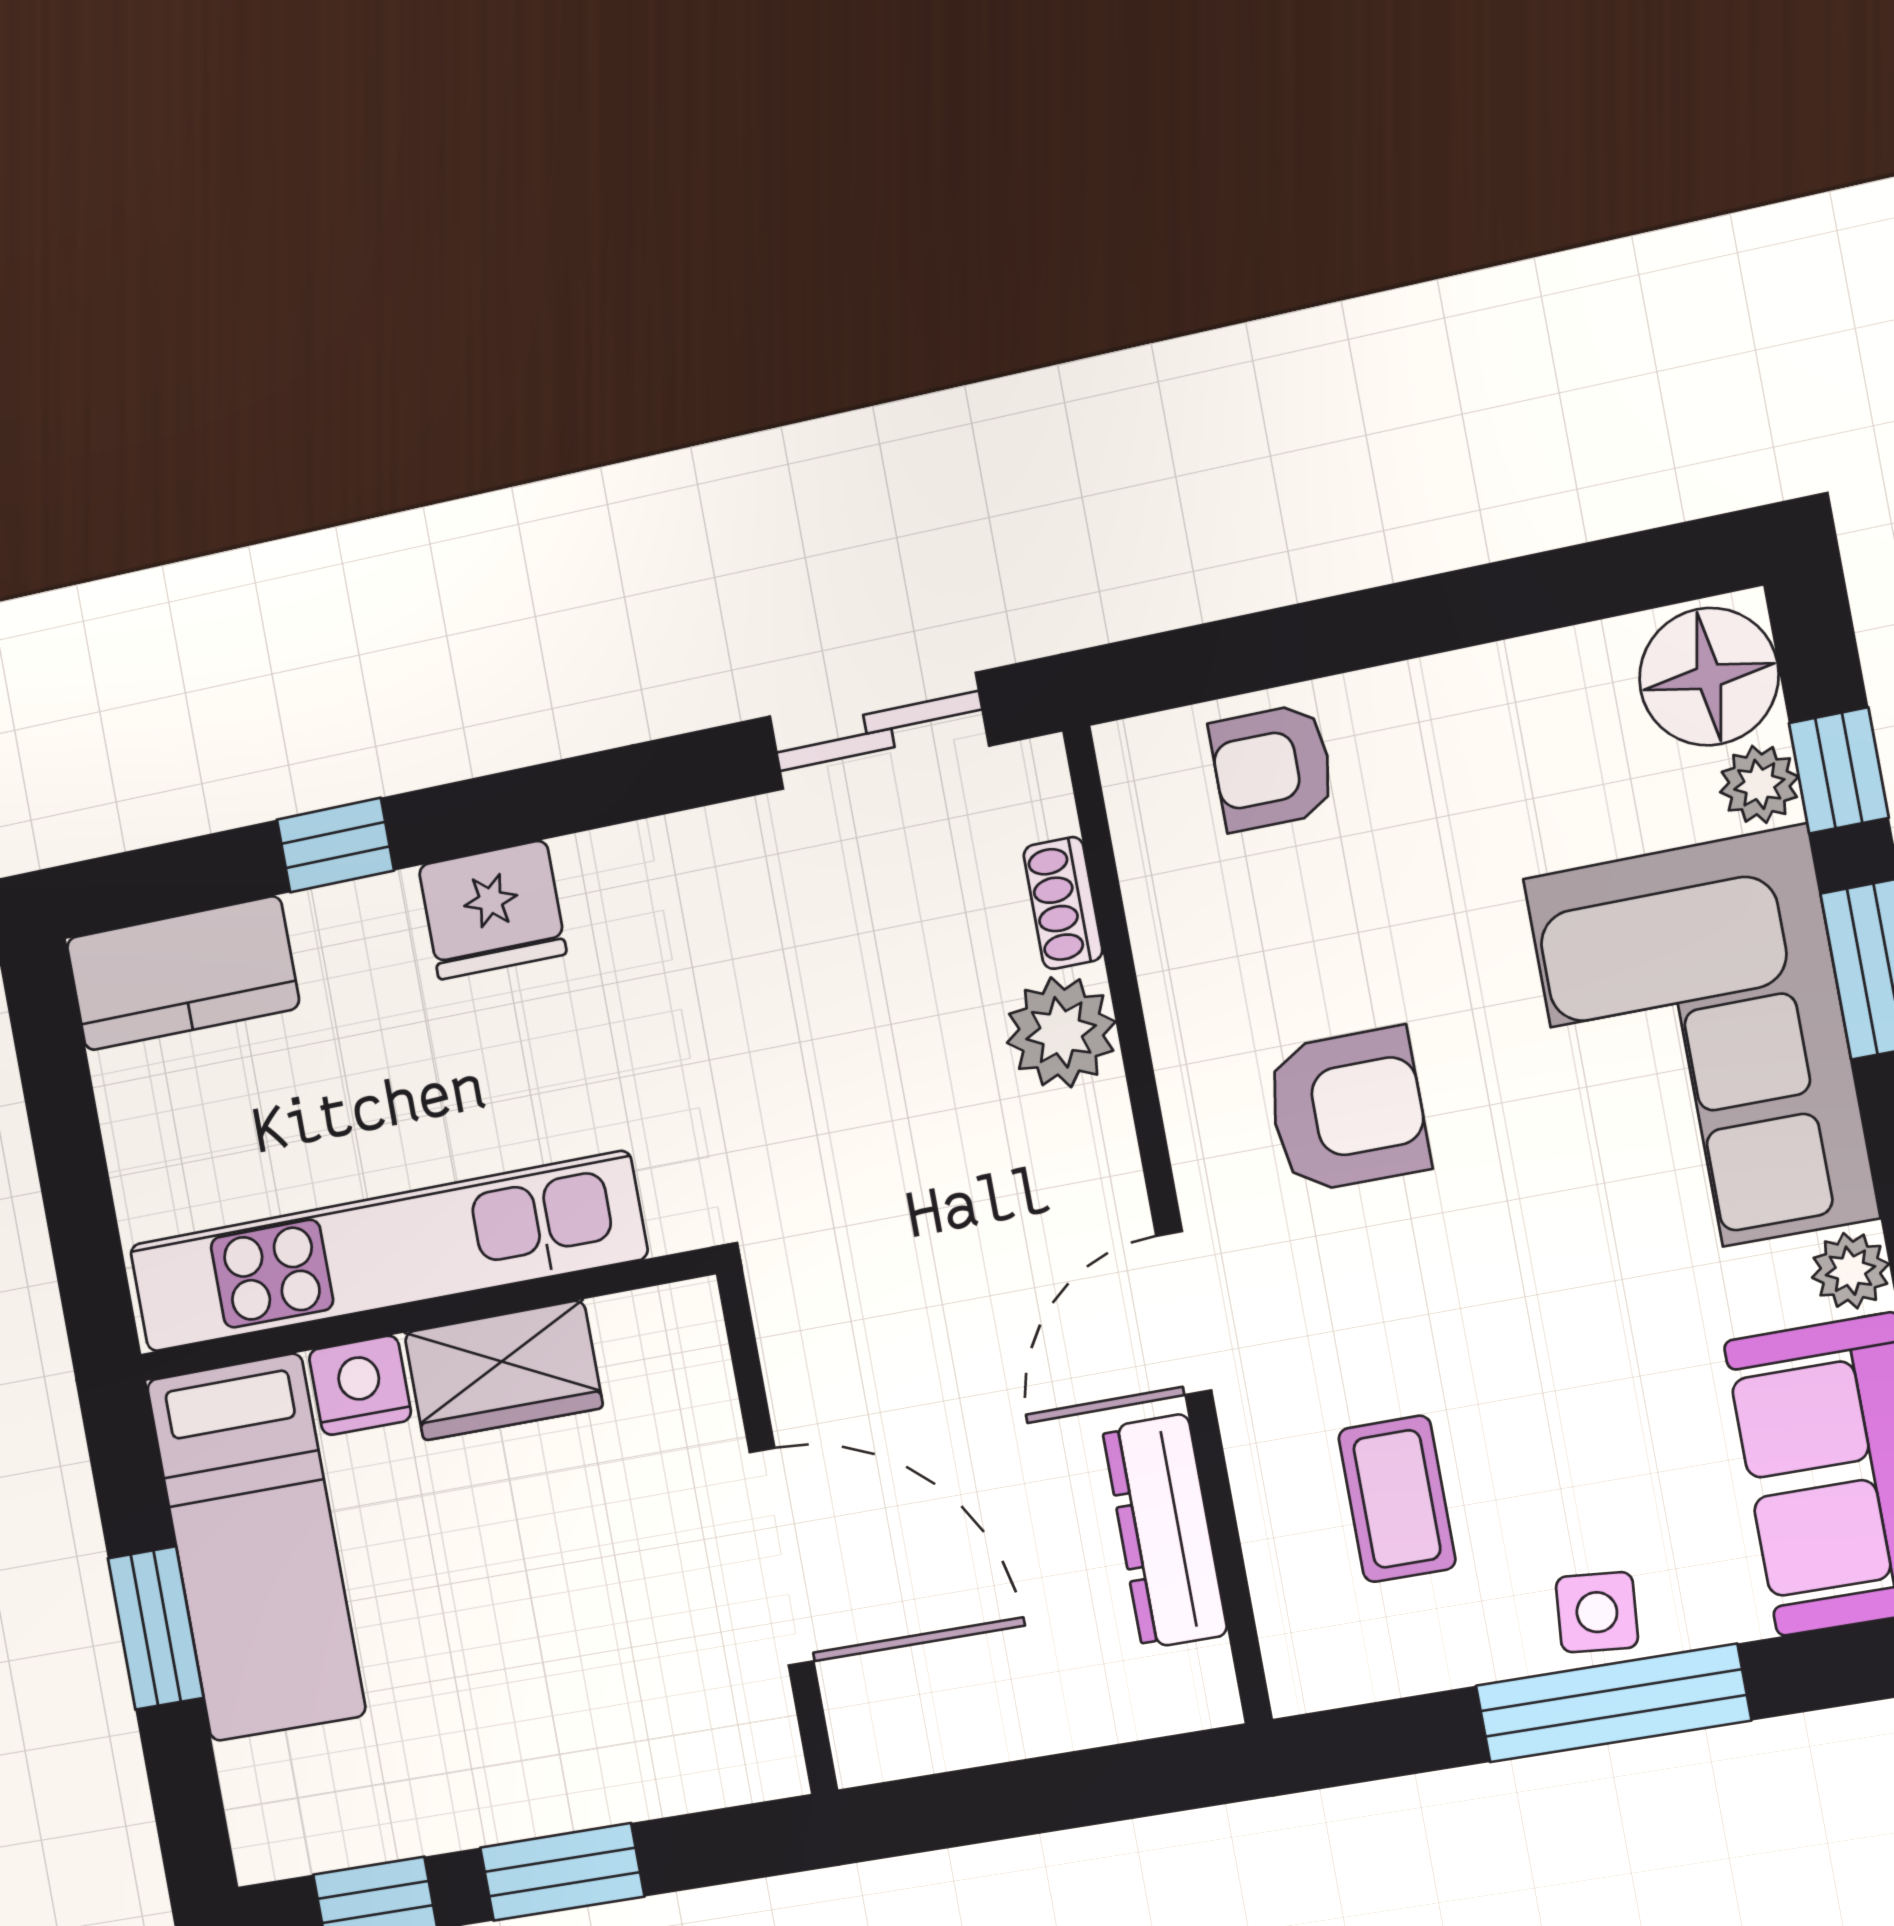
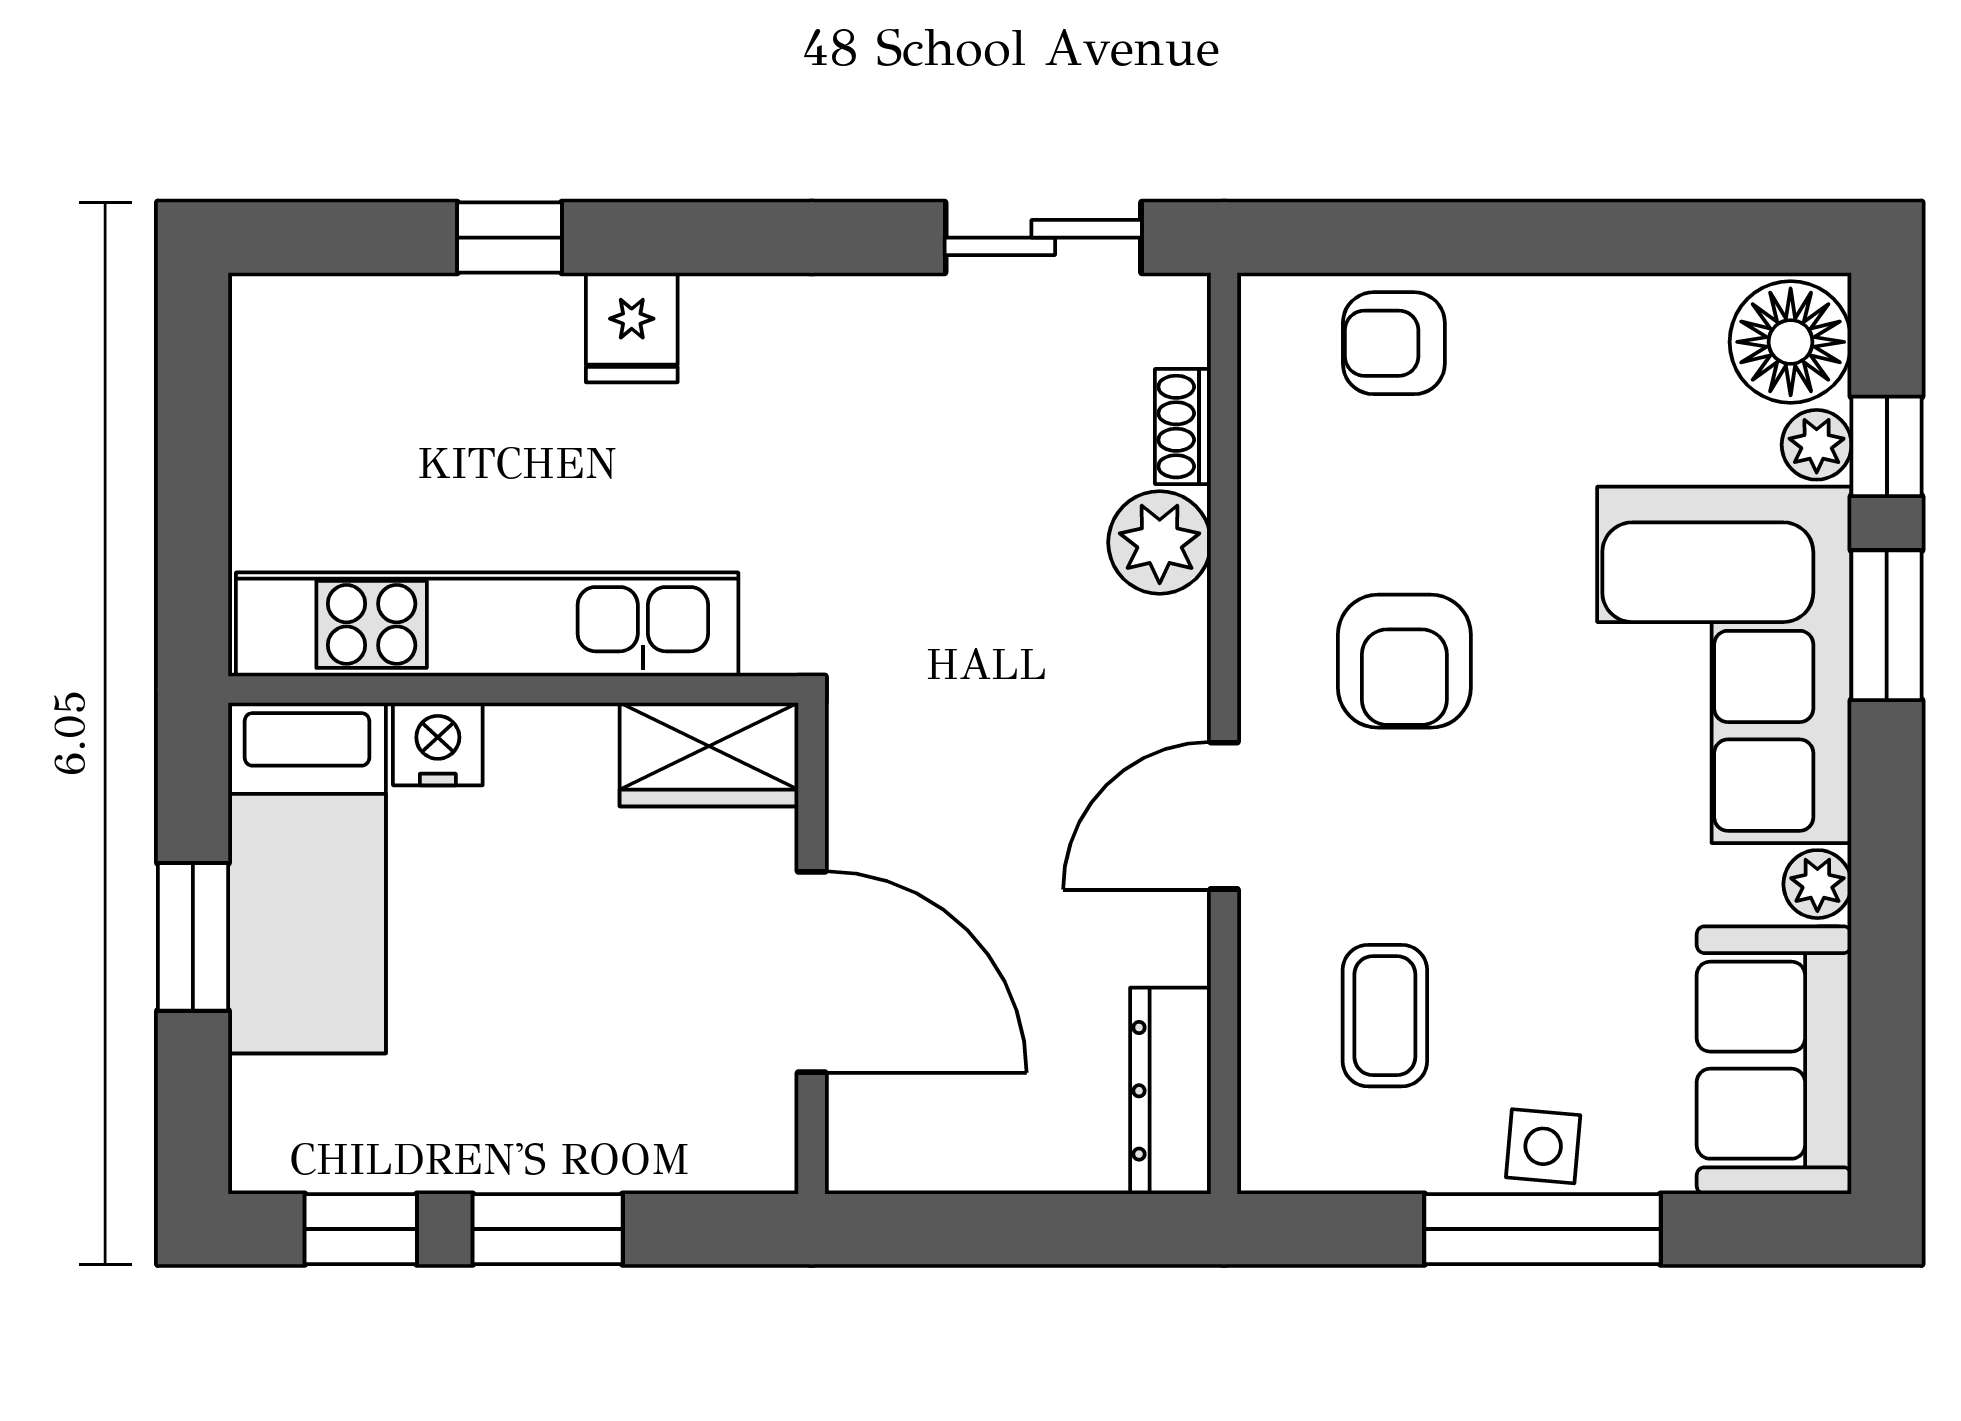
fridge: (492, 910) -> (632, 327), width x0.72
kitchen counter: (183, 973) -> (338, 327), removed
armchair: (1347, 1110) -> (1404, 661), turned 90
wardrobe: (503, 1370) -> (709, 754), moved
dresser: (1165, 1531) -> (1171, 1091), moved

